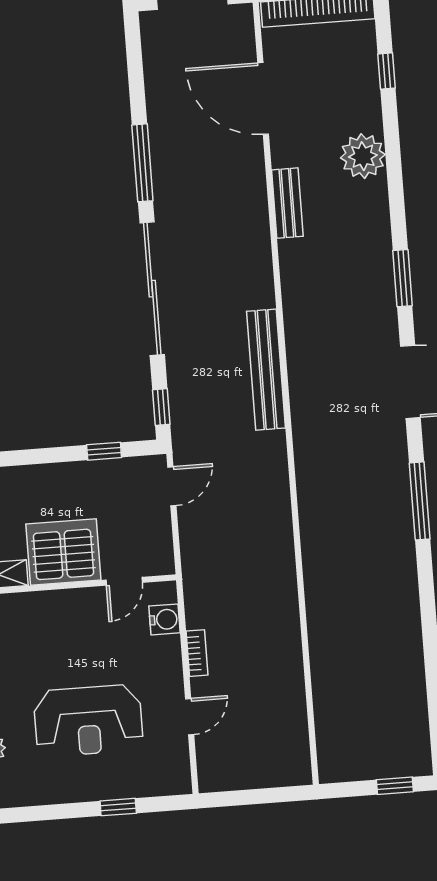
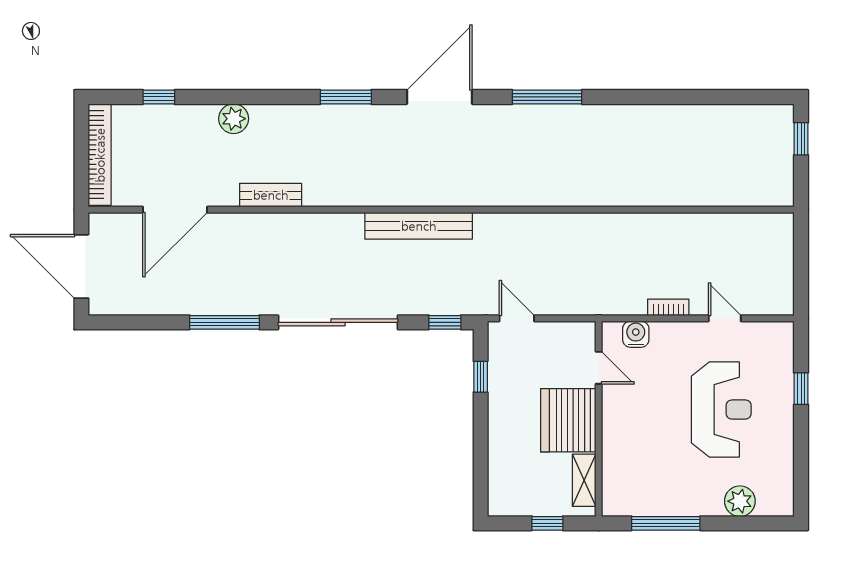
plant: (363, 156) -> (234, 119), width x0.73, depth x0.73

